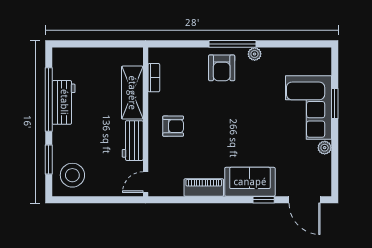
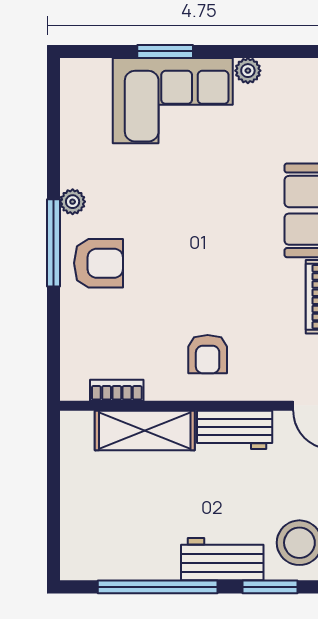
workbench: (64, 102) -> (222, 559), moved
armchair: (173, 126) -> (208, 354), turned 180

